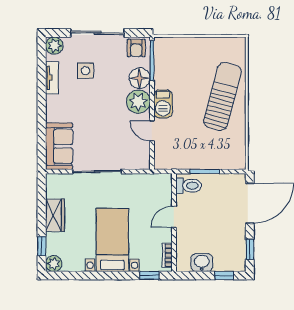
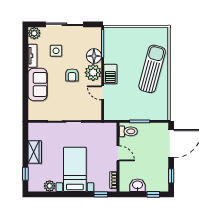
armchair: (136, 48) -> (72, 75), moved
sofa: (59, 146) -> (38, 84), moved
door: (174, 217) -> (118, 153), swing flipped
plant: (54, 264) -> (50, 186), moved

